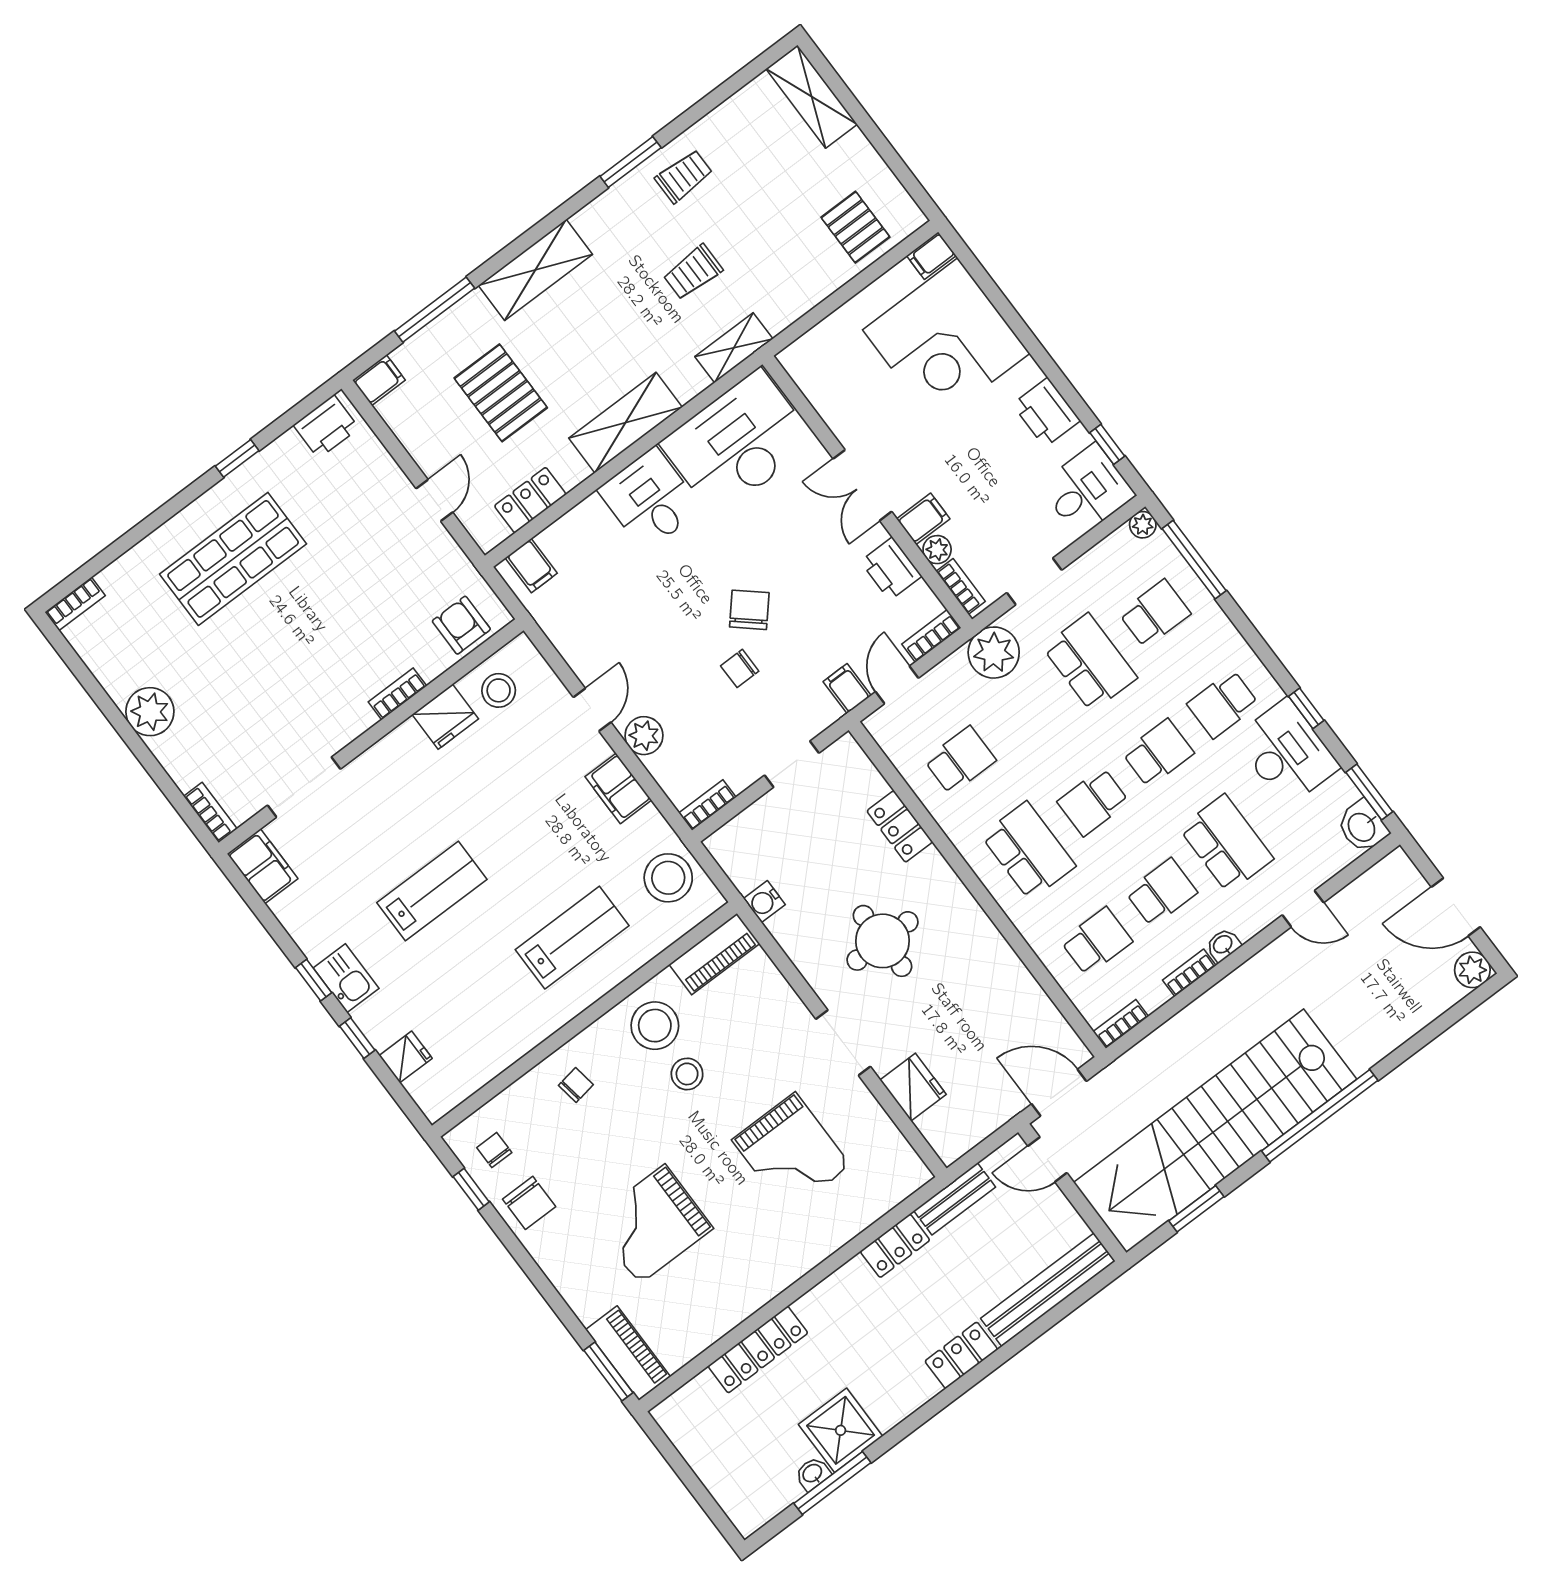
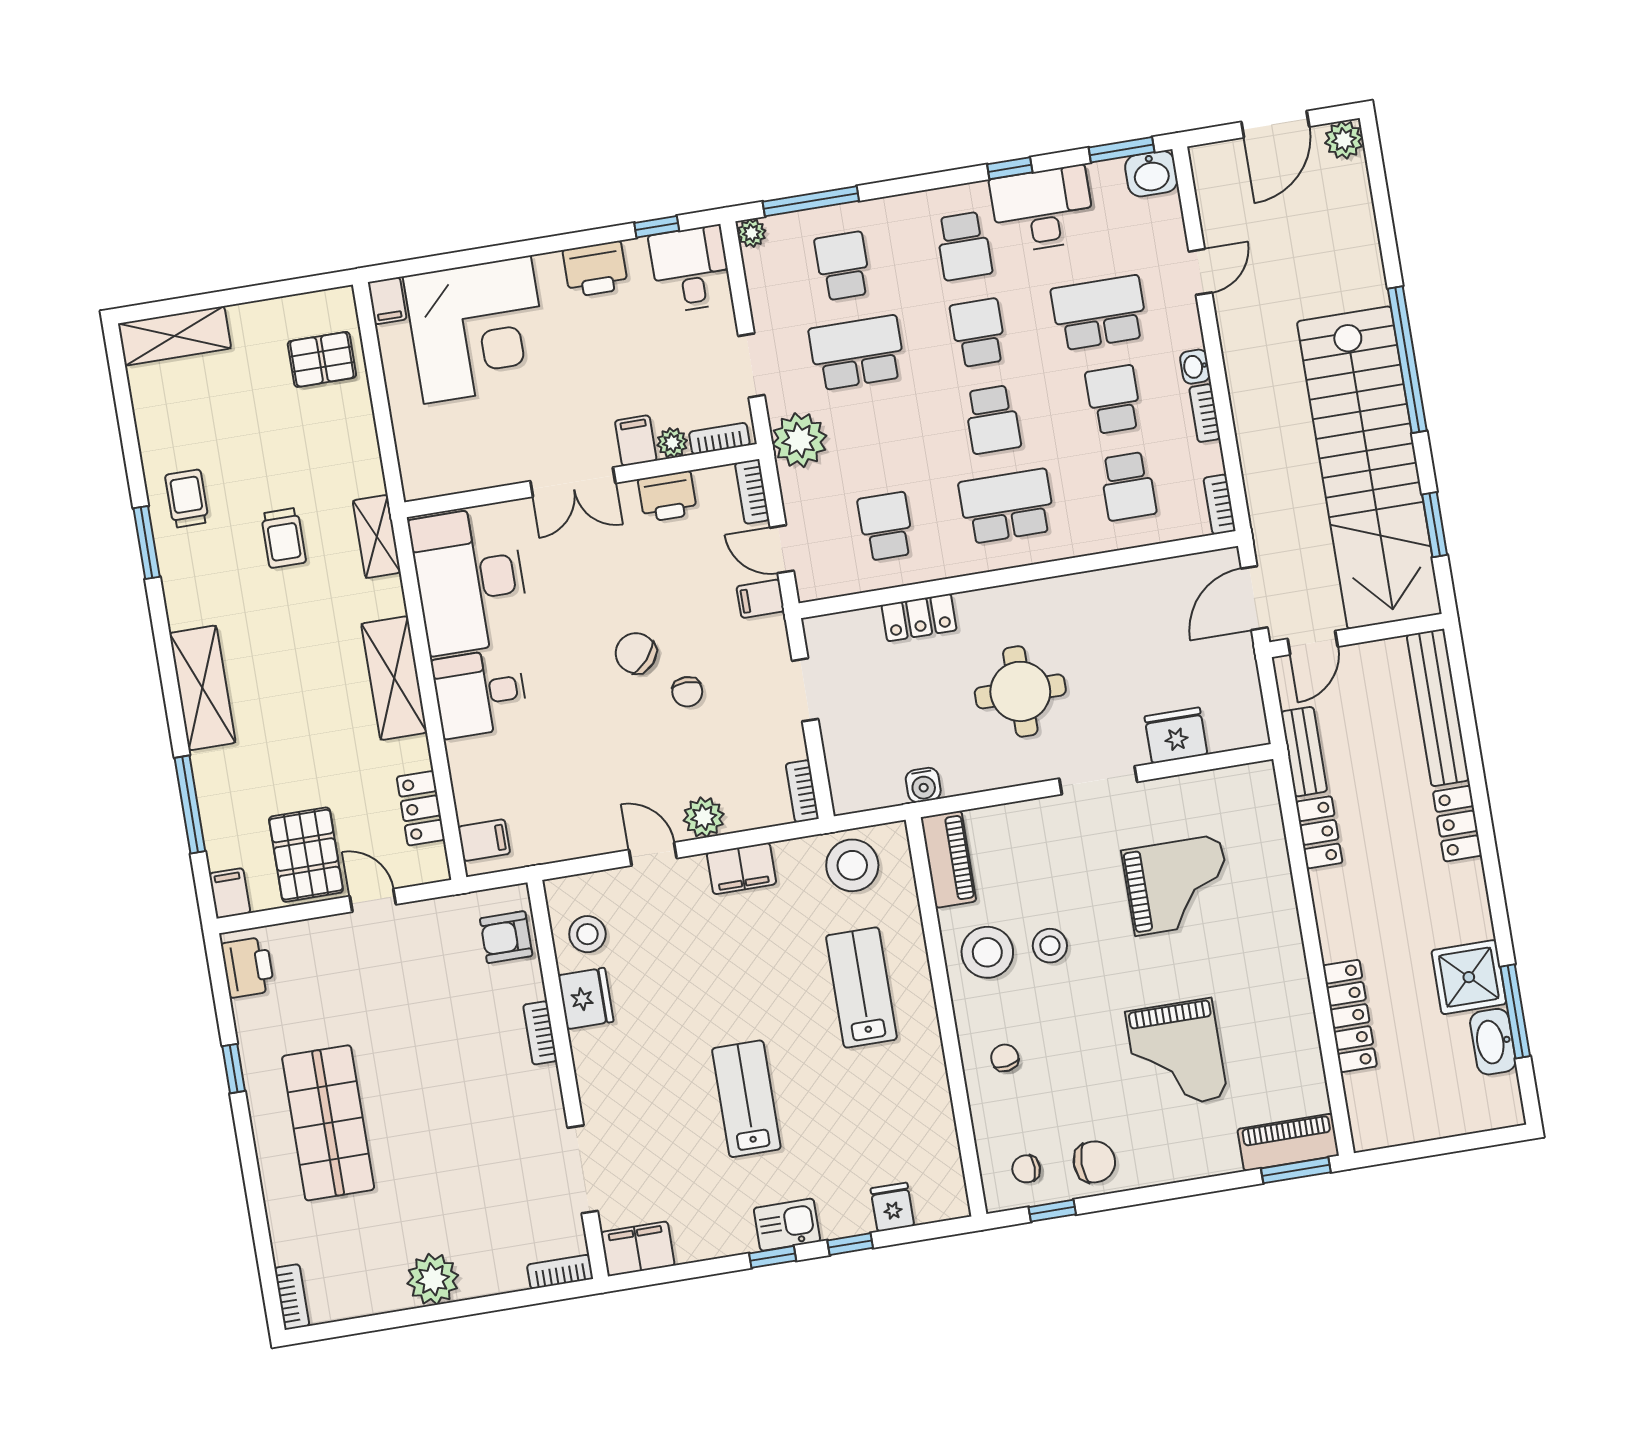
pallet: (501, 393) -> (306, 855), moved, turned 90
school desk: (1097, 941) -> (1128, 486), turned 180
washbasin: (813, 1474) -> (1493, 1042), width x1.91, depth x1.45

